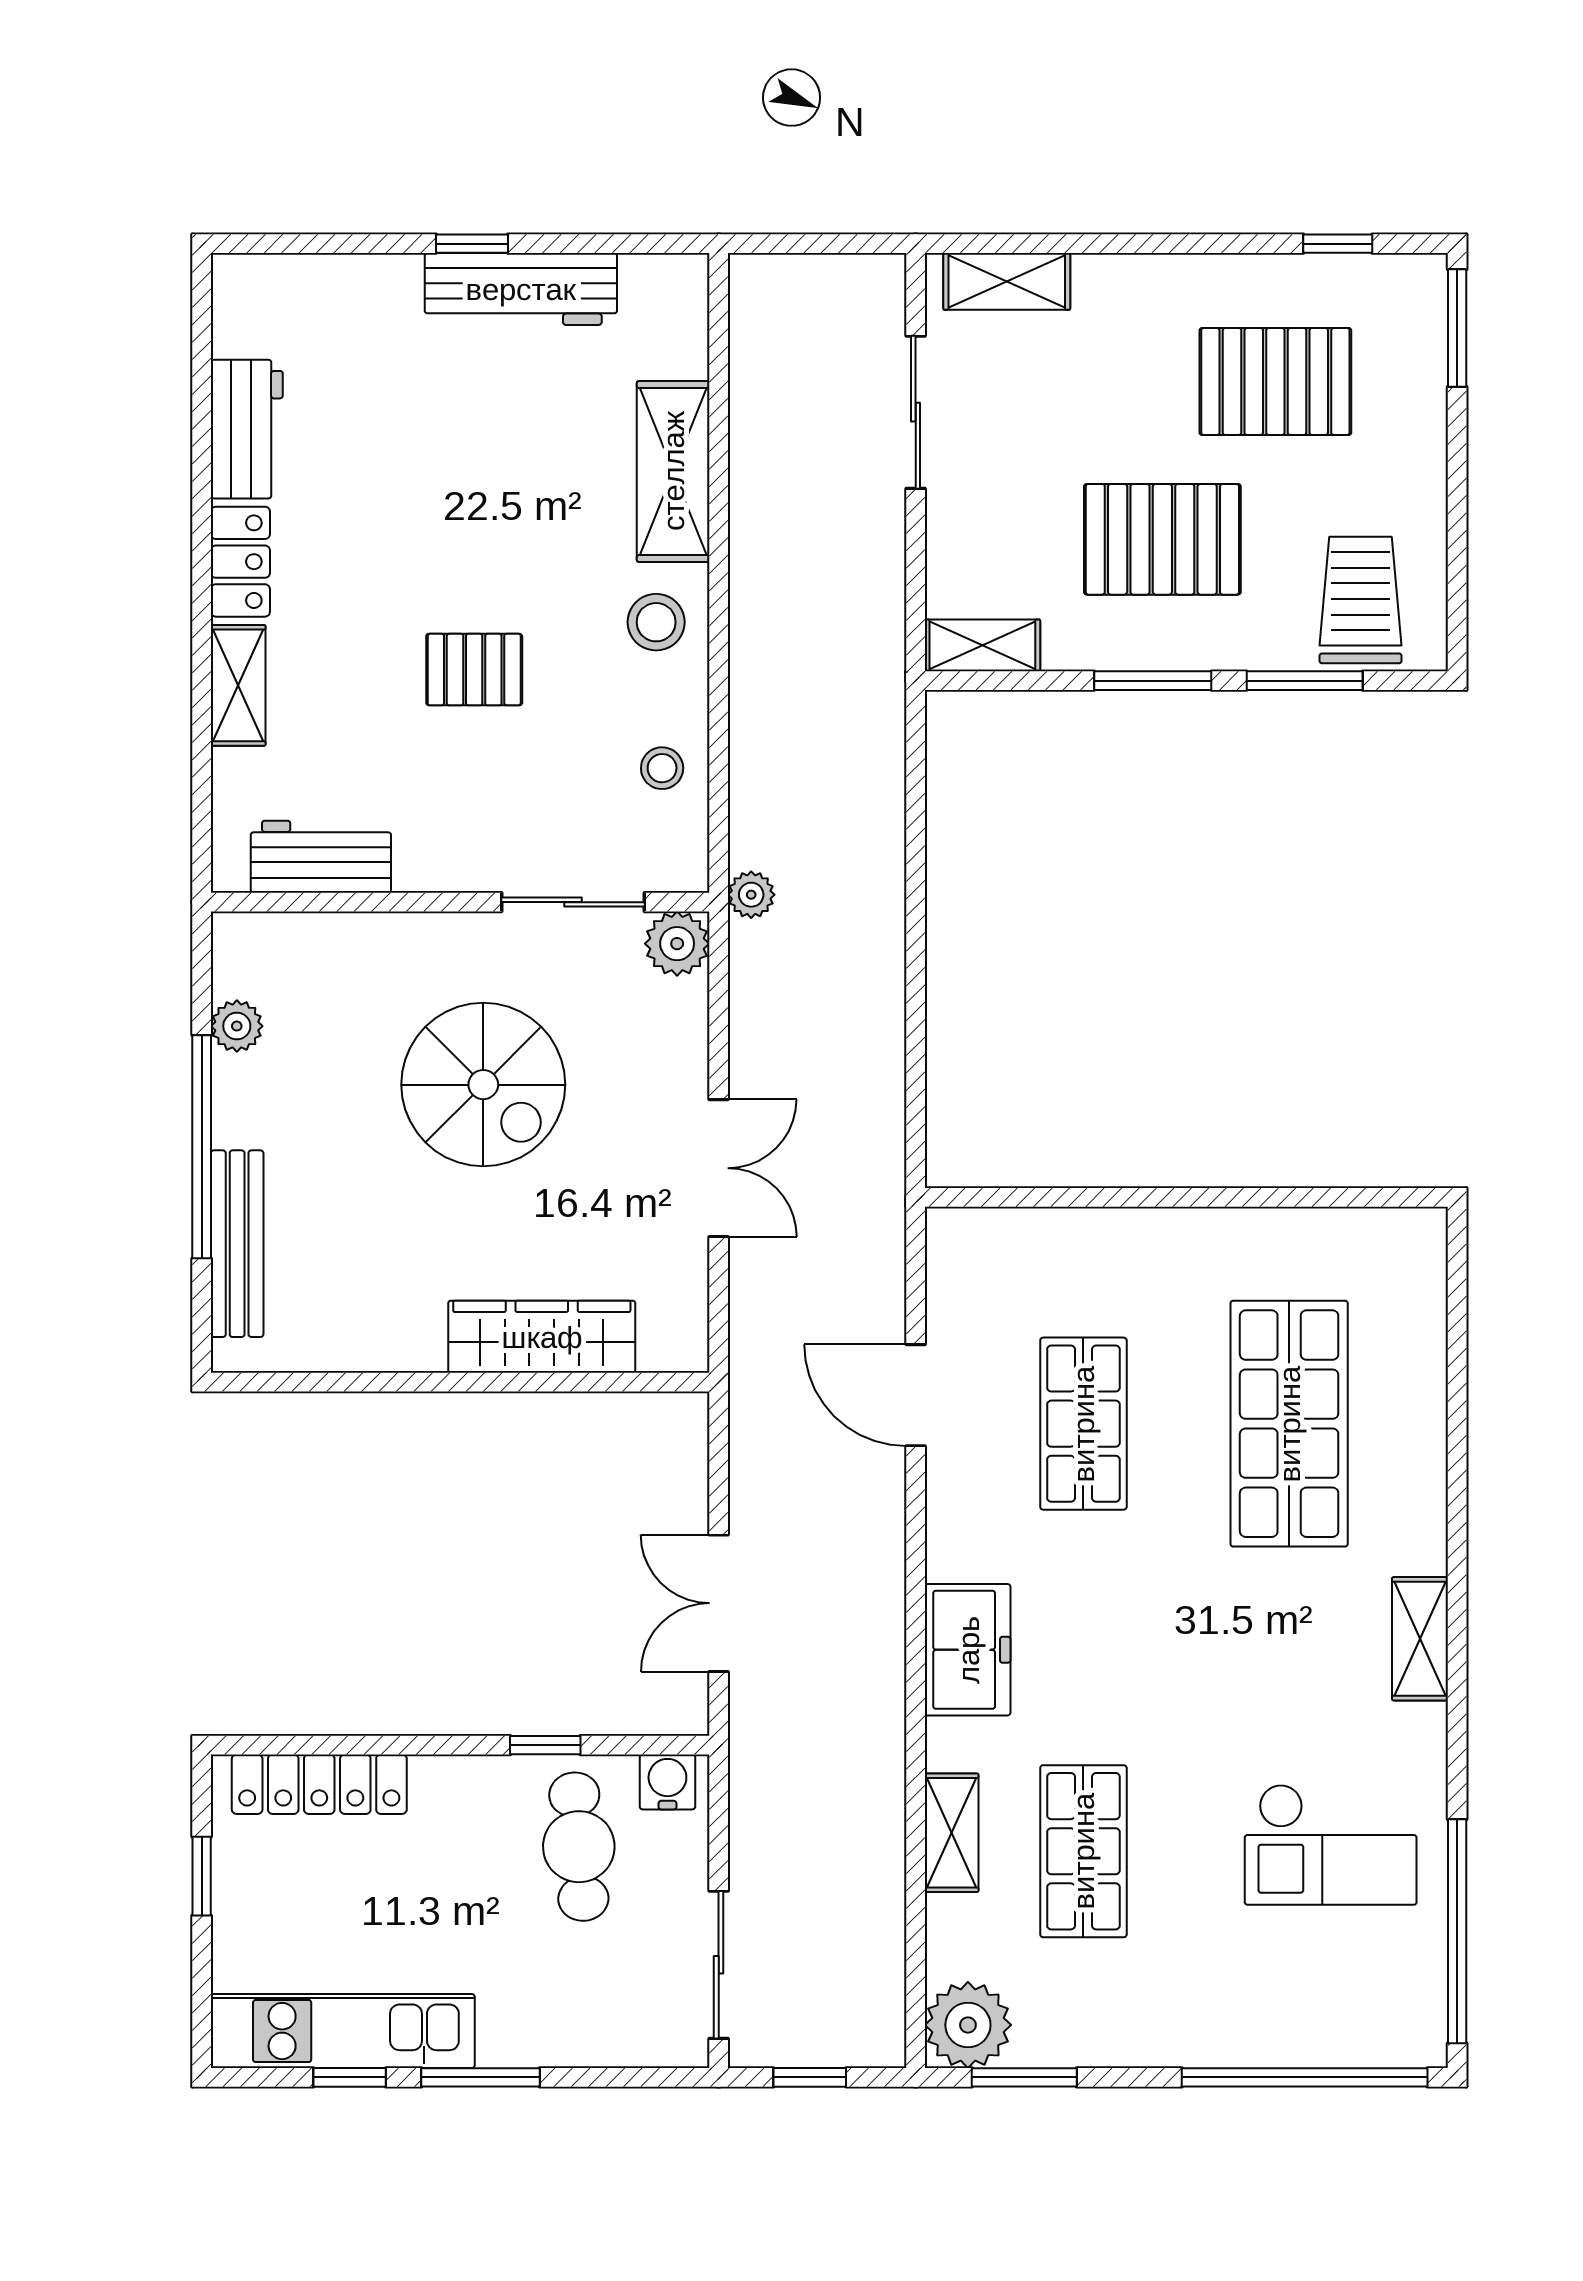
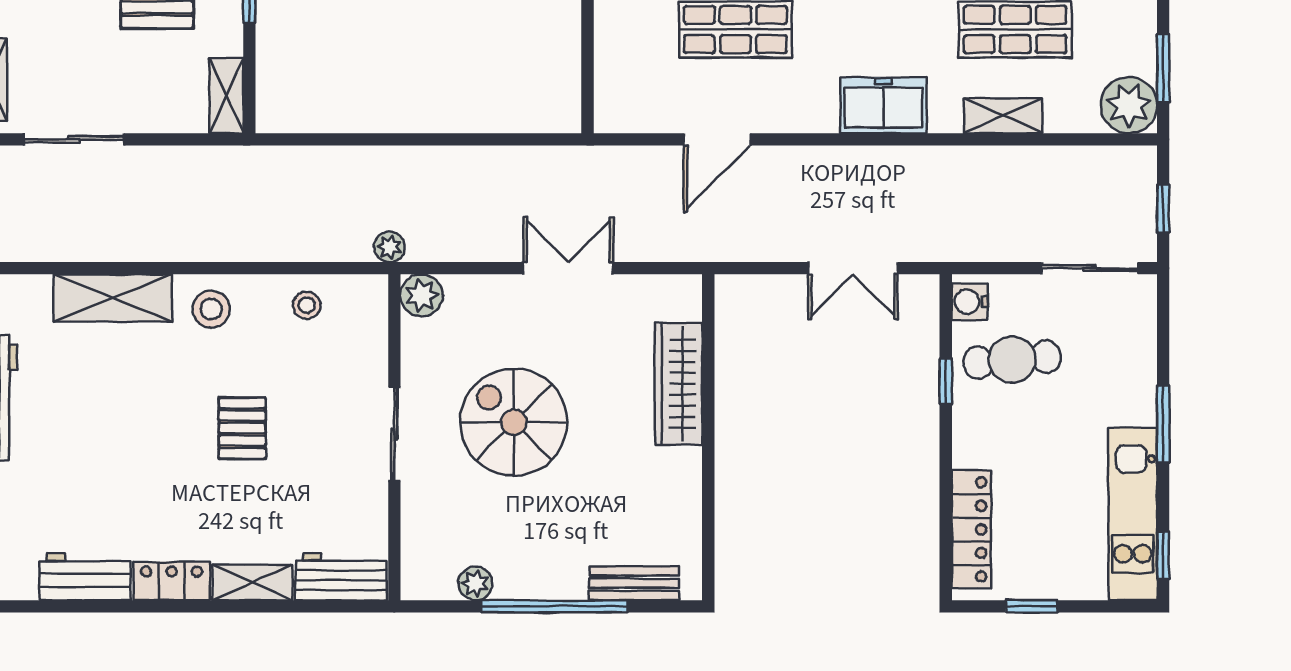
workbench: (321, 857) -> (341, 577), moved, turned 90
sliding door: (573, 902) -> (394, 434), moved
spiral stairs: (483, 1085) -> (514, 422), turned -90
bench: (237, 1244) -> (634, 583), width x0.73
window: (350, 2077) -> (1163, 555), moved

